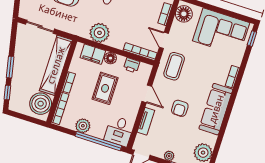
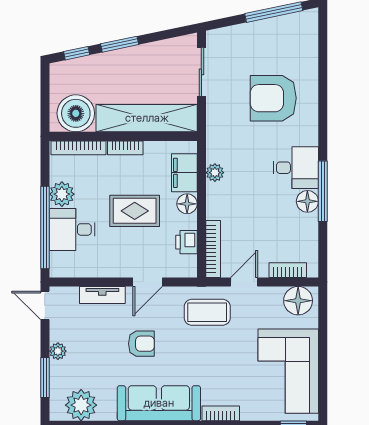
plant: (99, 33) -> (215, 173), width x0.53, depth x0.53
armchair: (180, 108) -> (141, 344), turned 180
desk: (119, 131) -> (72, 229), moved

